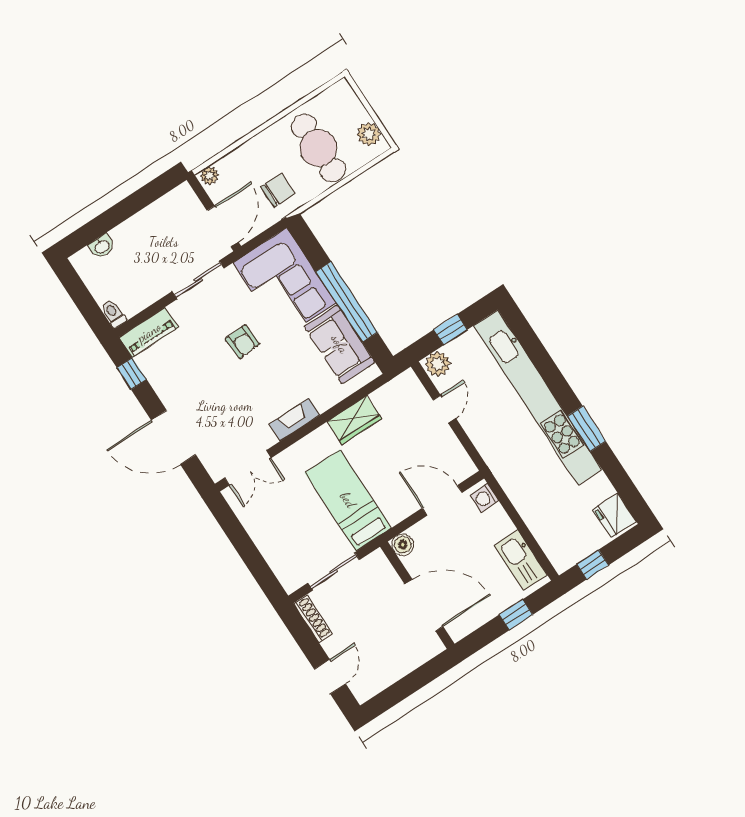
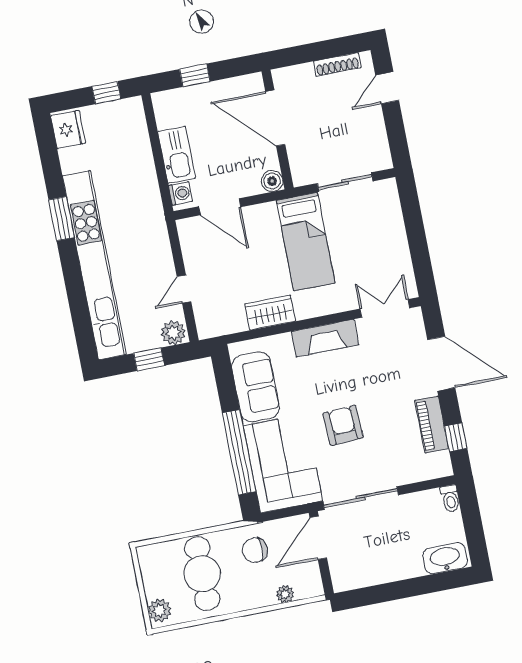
plant: (369, 134) -> (160, 610), moved
plant: (209, 176) -> (285, 594), moved
washbasin: (102, 246) -> (445, 558), width x1.91, depth x1.45
sliding door: (198, 280) -> (361, 498), width x1.37
window: (347, 302) -> (239, 452), moved
piano: (149, 332) -> (432, 425), moved, turned -90
armchair: (242, 342) -> (343, 425), width x1.38, depth x1.38
fireplace: (295, 420) -> (325, 338), width x1.37, depth x1.32
kitchen sink: (521, 560) -> (177, 155), moved
shoe rack: (313, 619) -> (337, 65), moved, turned -90

